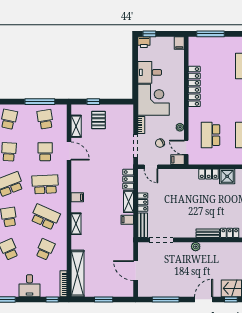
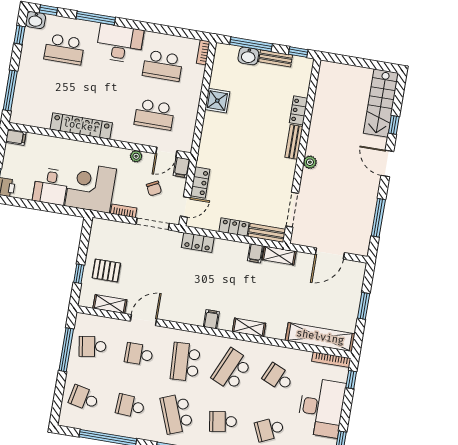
locker: (209, 174) -> (200, 182), moved
shelving: (129, 202) -> (279, 256), moved
desk: (30, 286) -> (321, 408), width x1.87, depth x1.30

